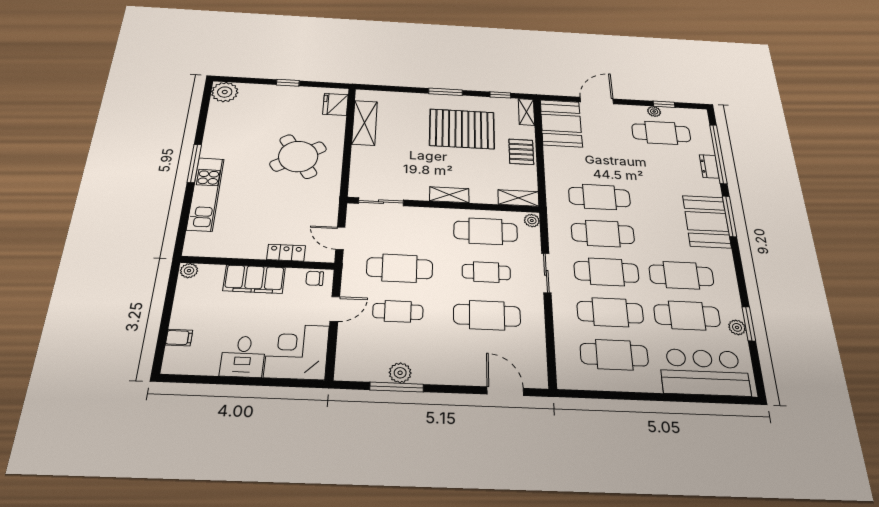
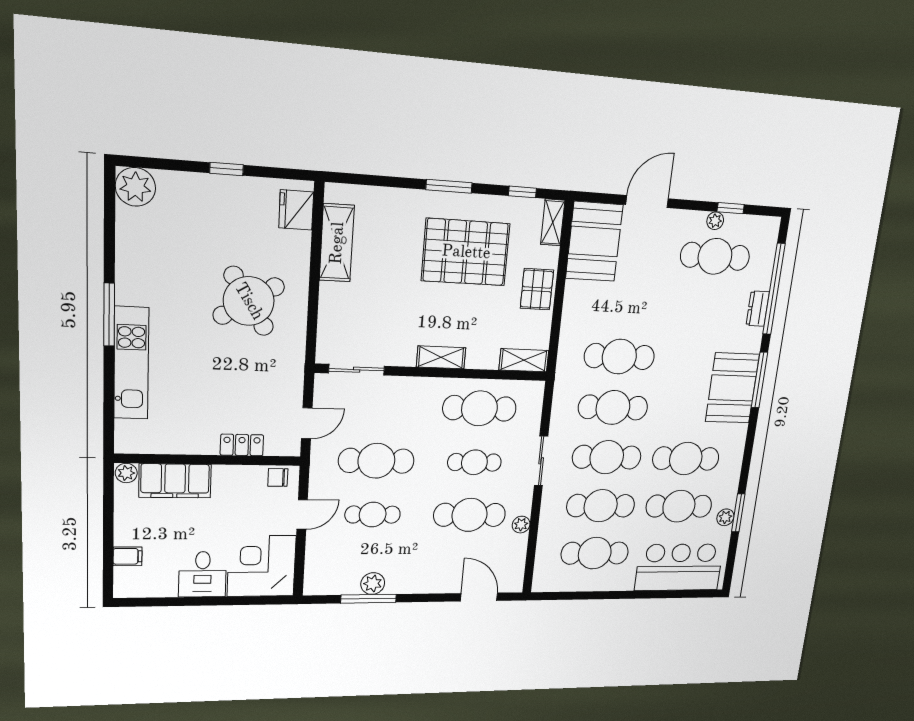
plant: (532, 221) -> (521, 525), moved
door: (340, 238) -> (307, 423), swing flipped
filing cabinet: (254, 279) -> (175, 481), moved

